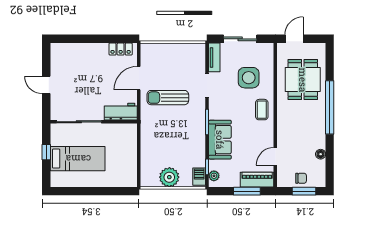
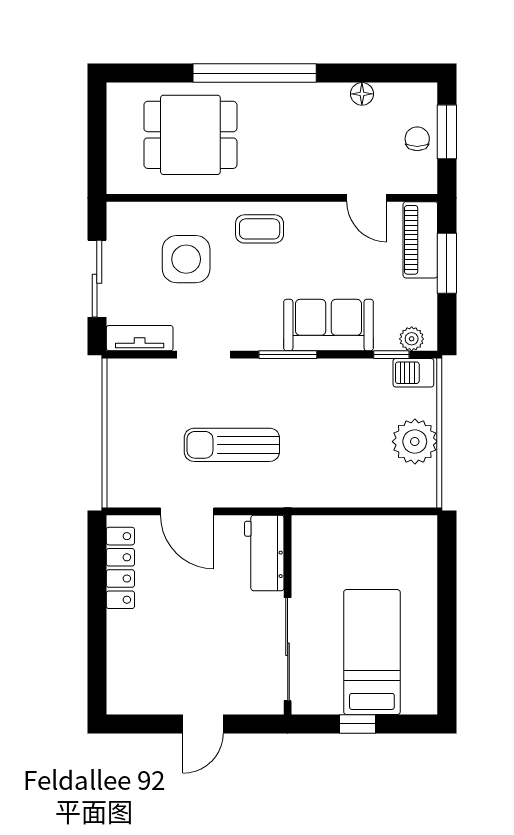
door: (294, 39) -> (97, 155), removed
locker: (121, 49) -> (120, 568), width x1.53
sun lounger: (168, 98) -> (232, 445), turned 90

